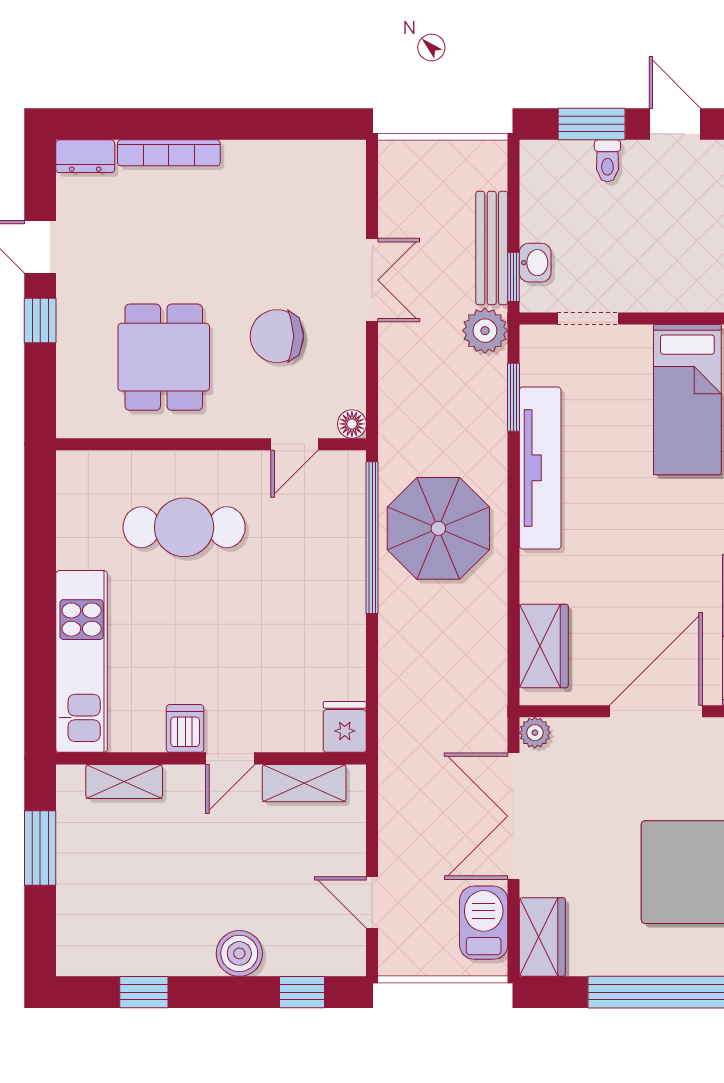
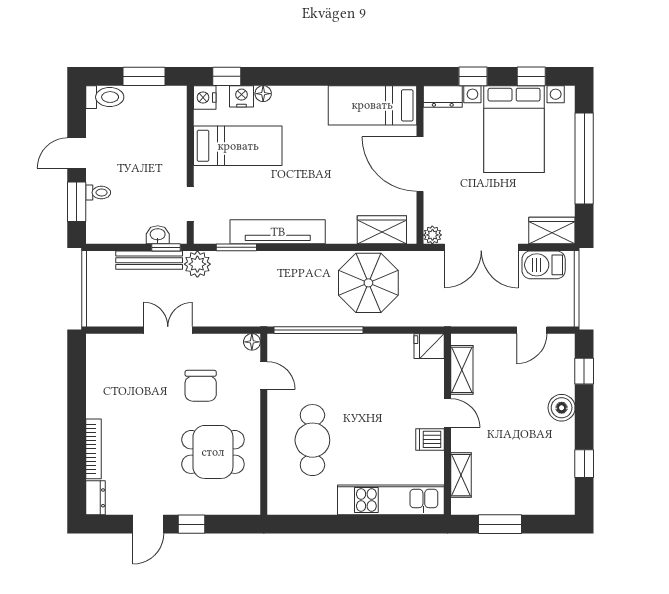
parasol: (438, 528) -> (368, 283), moved

